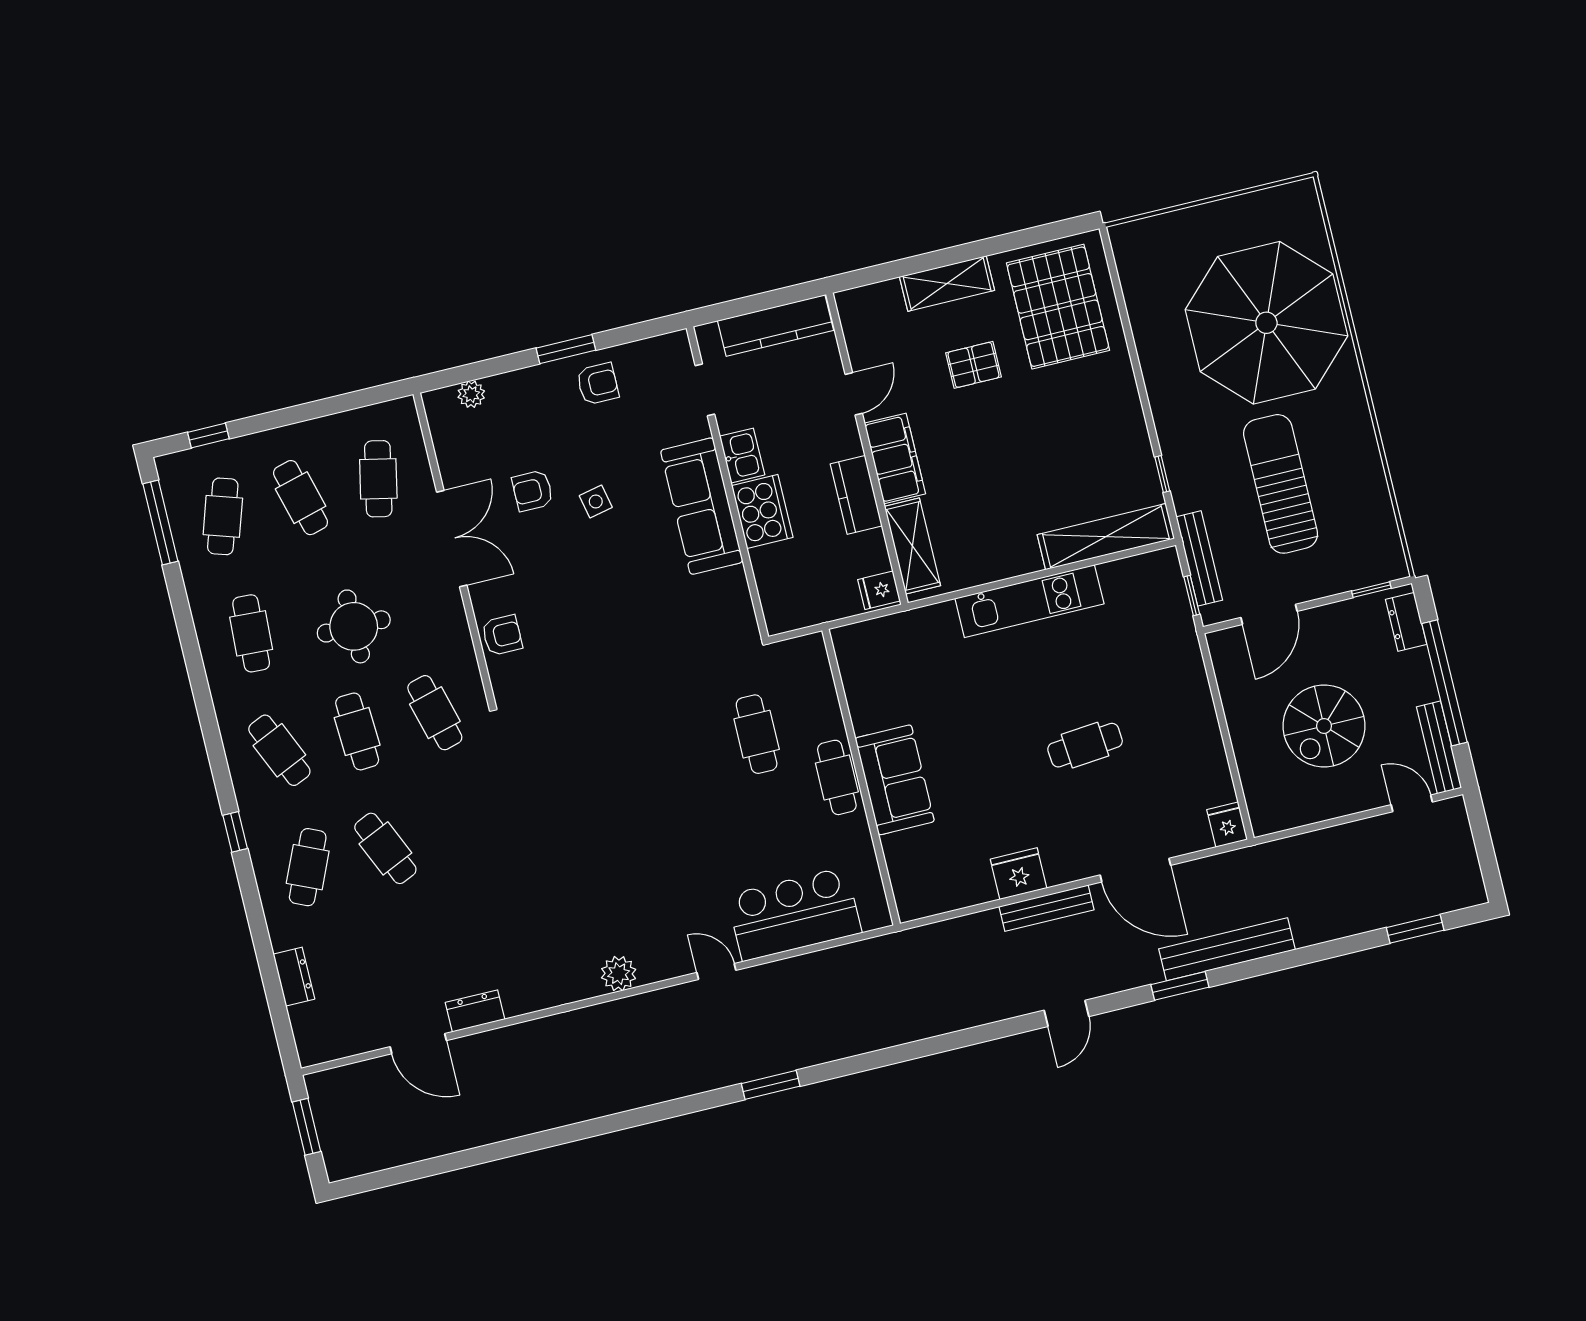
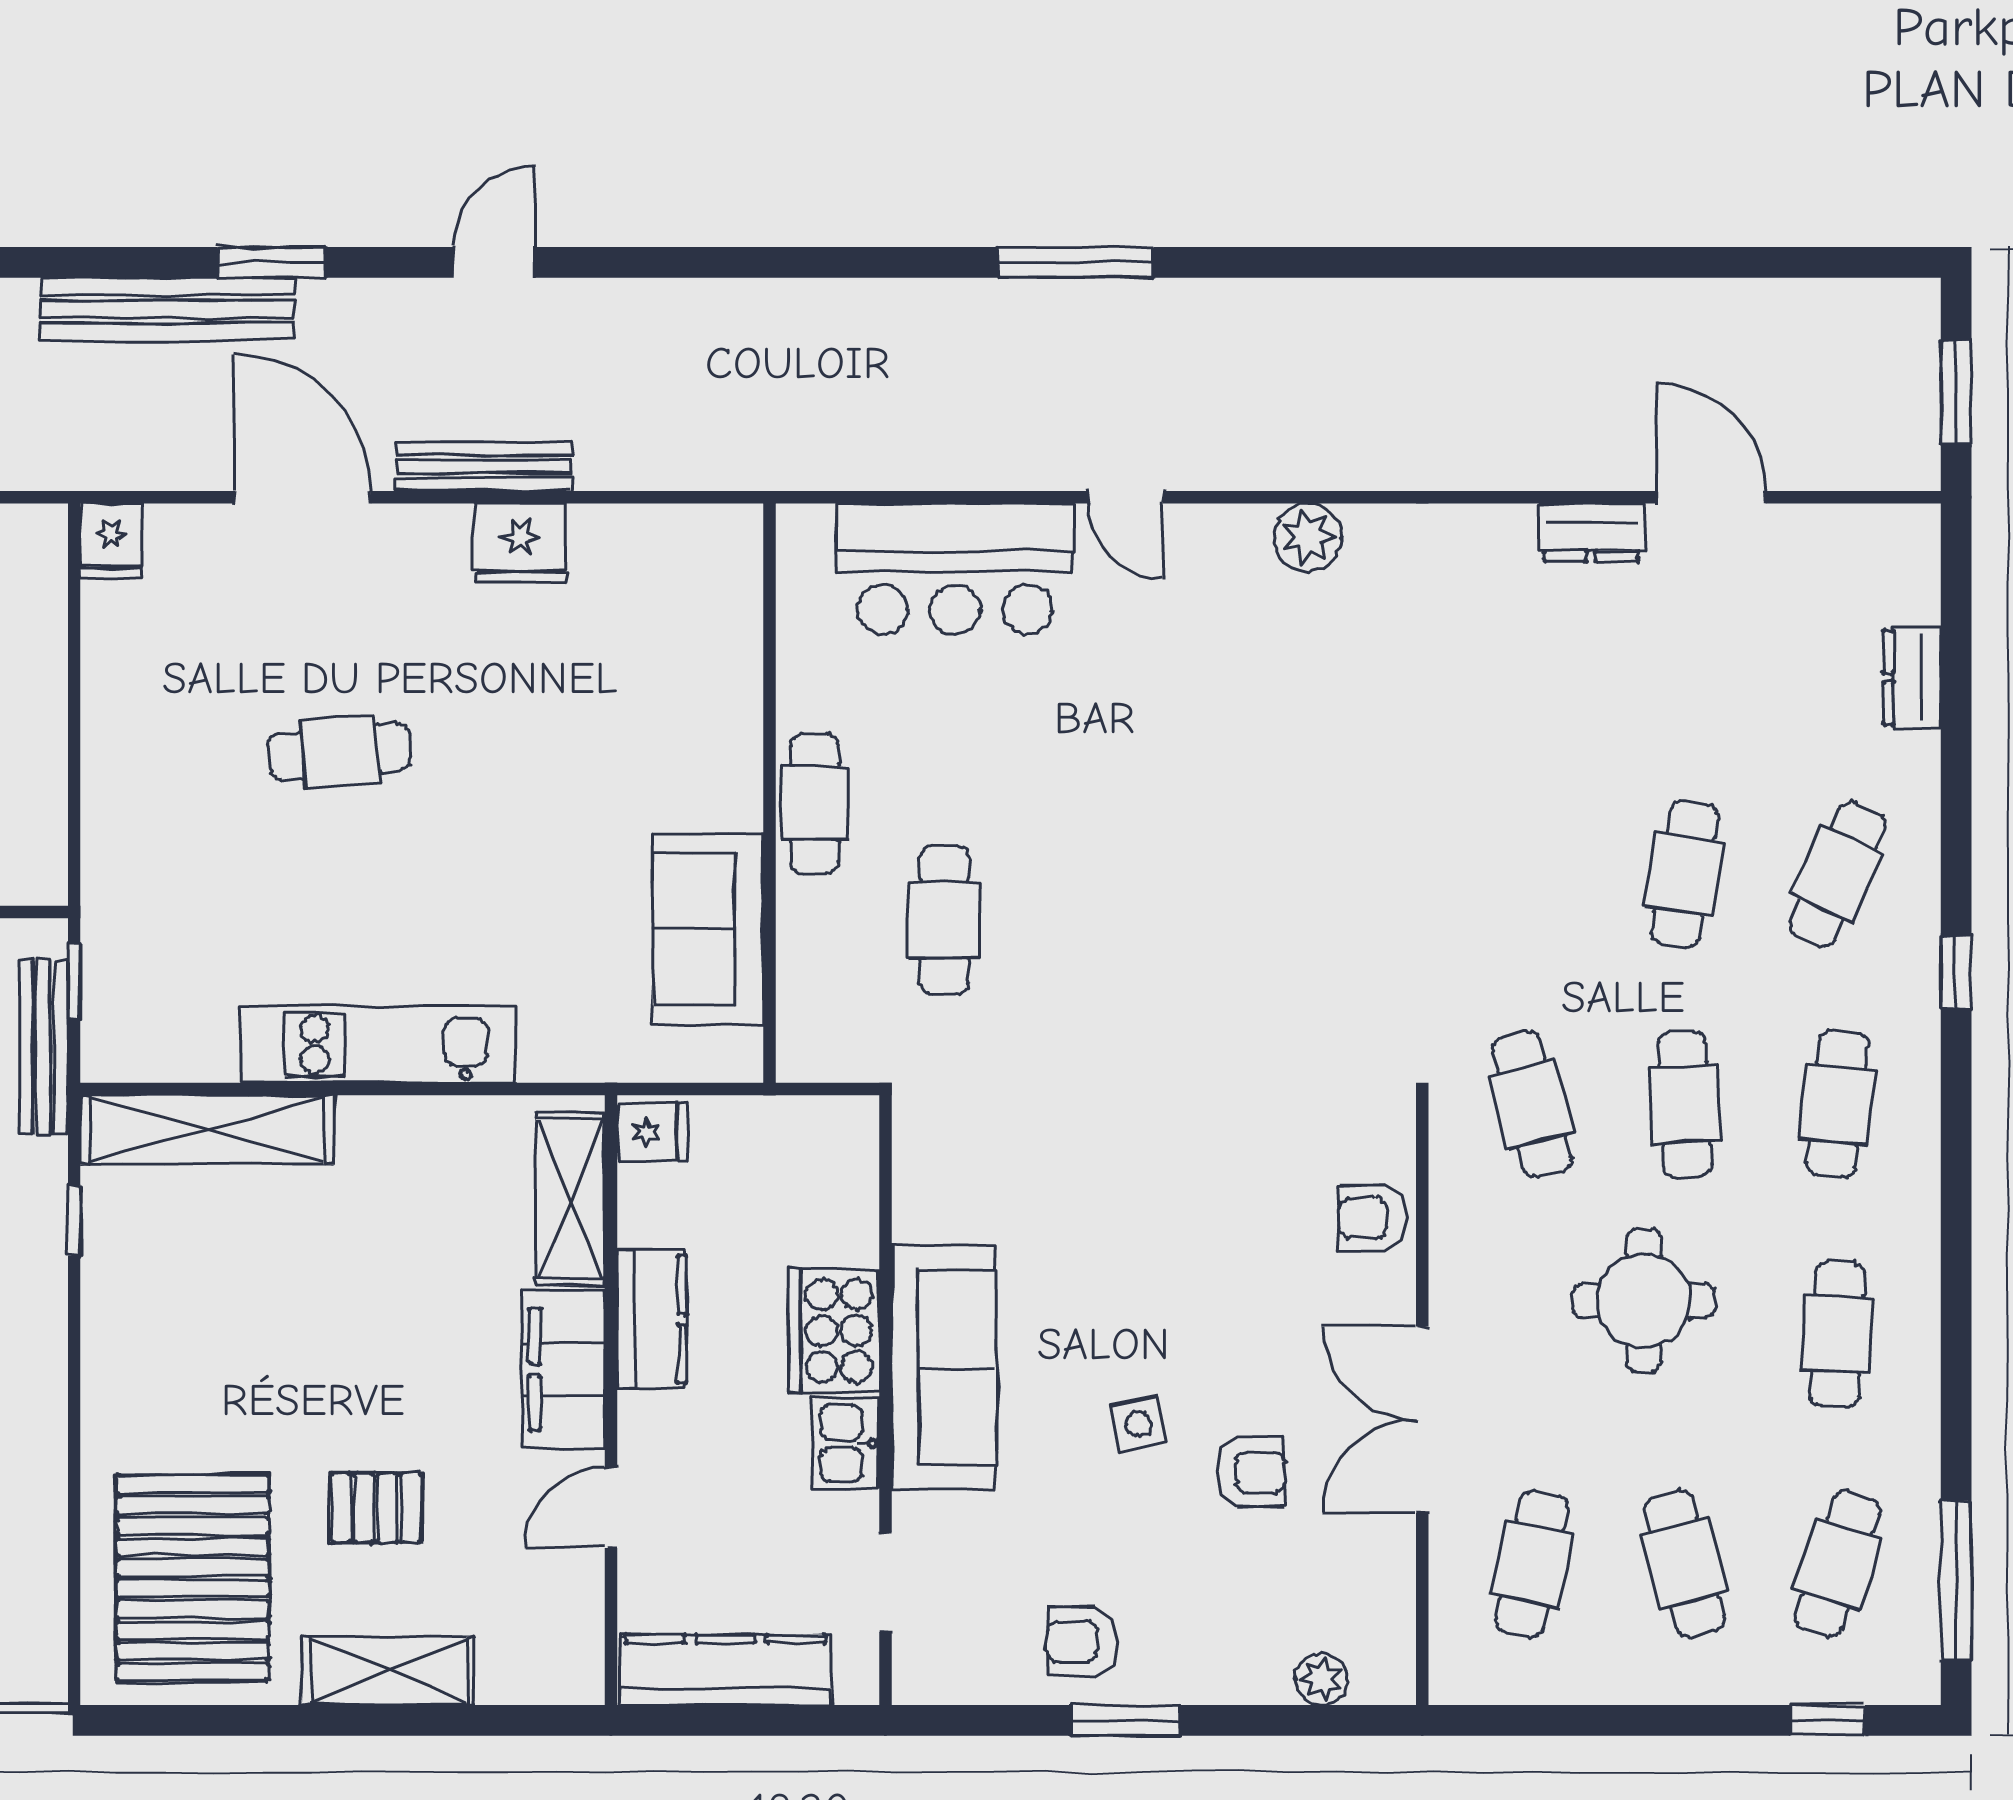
cafe table: (279, 750) -> (1837, 1104), turned 30
sofa: (895, 780) -> (708, 929), moved
cafe table: (385, 848) -> (1685, 874), turned 33
window: (771, 1085) -> (1076, 262), width x1.44

